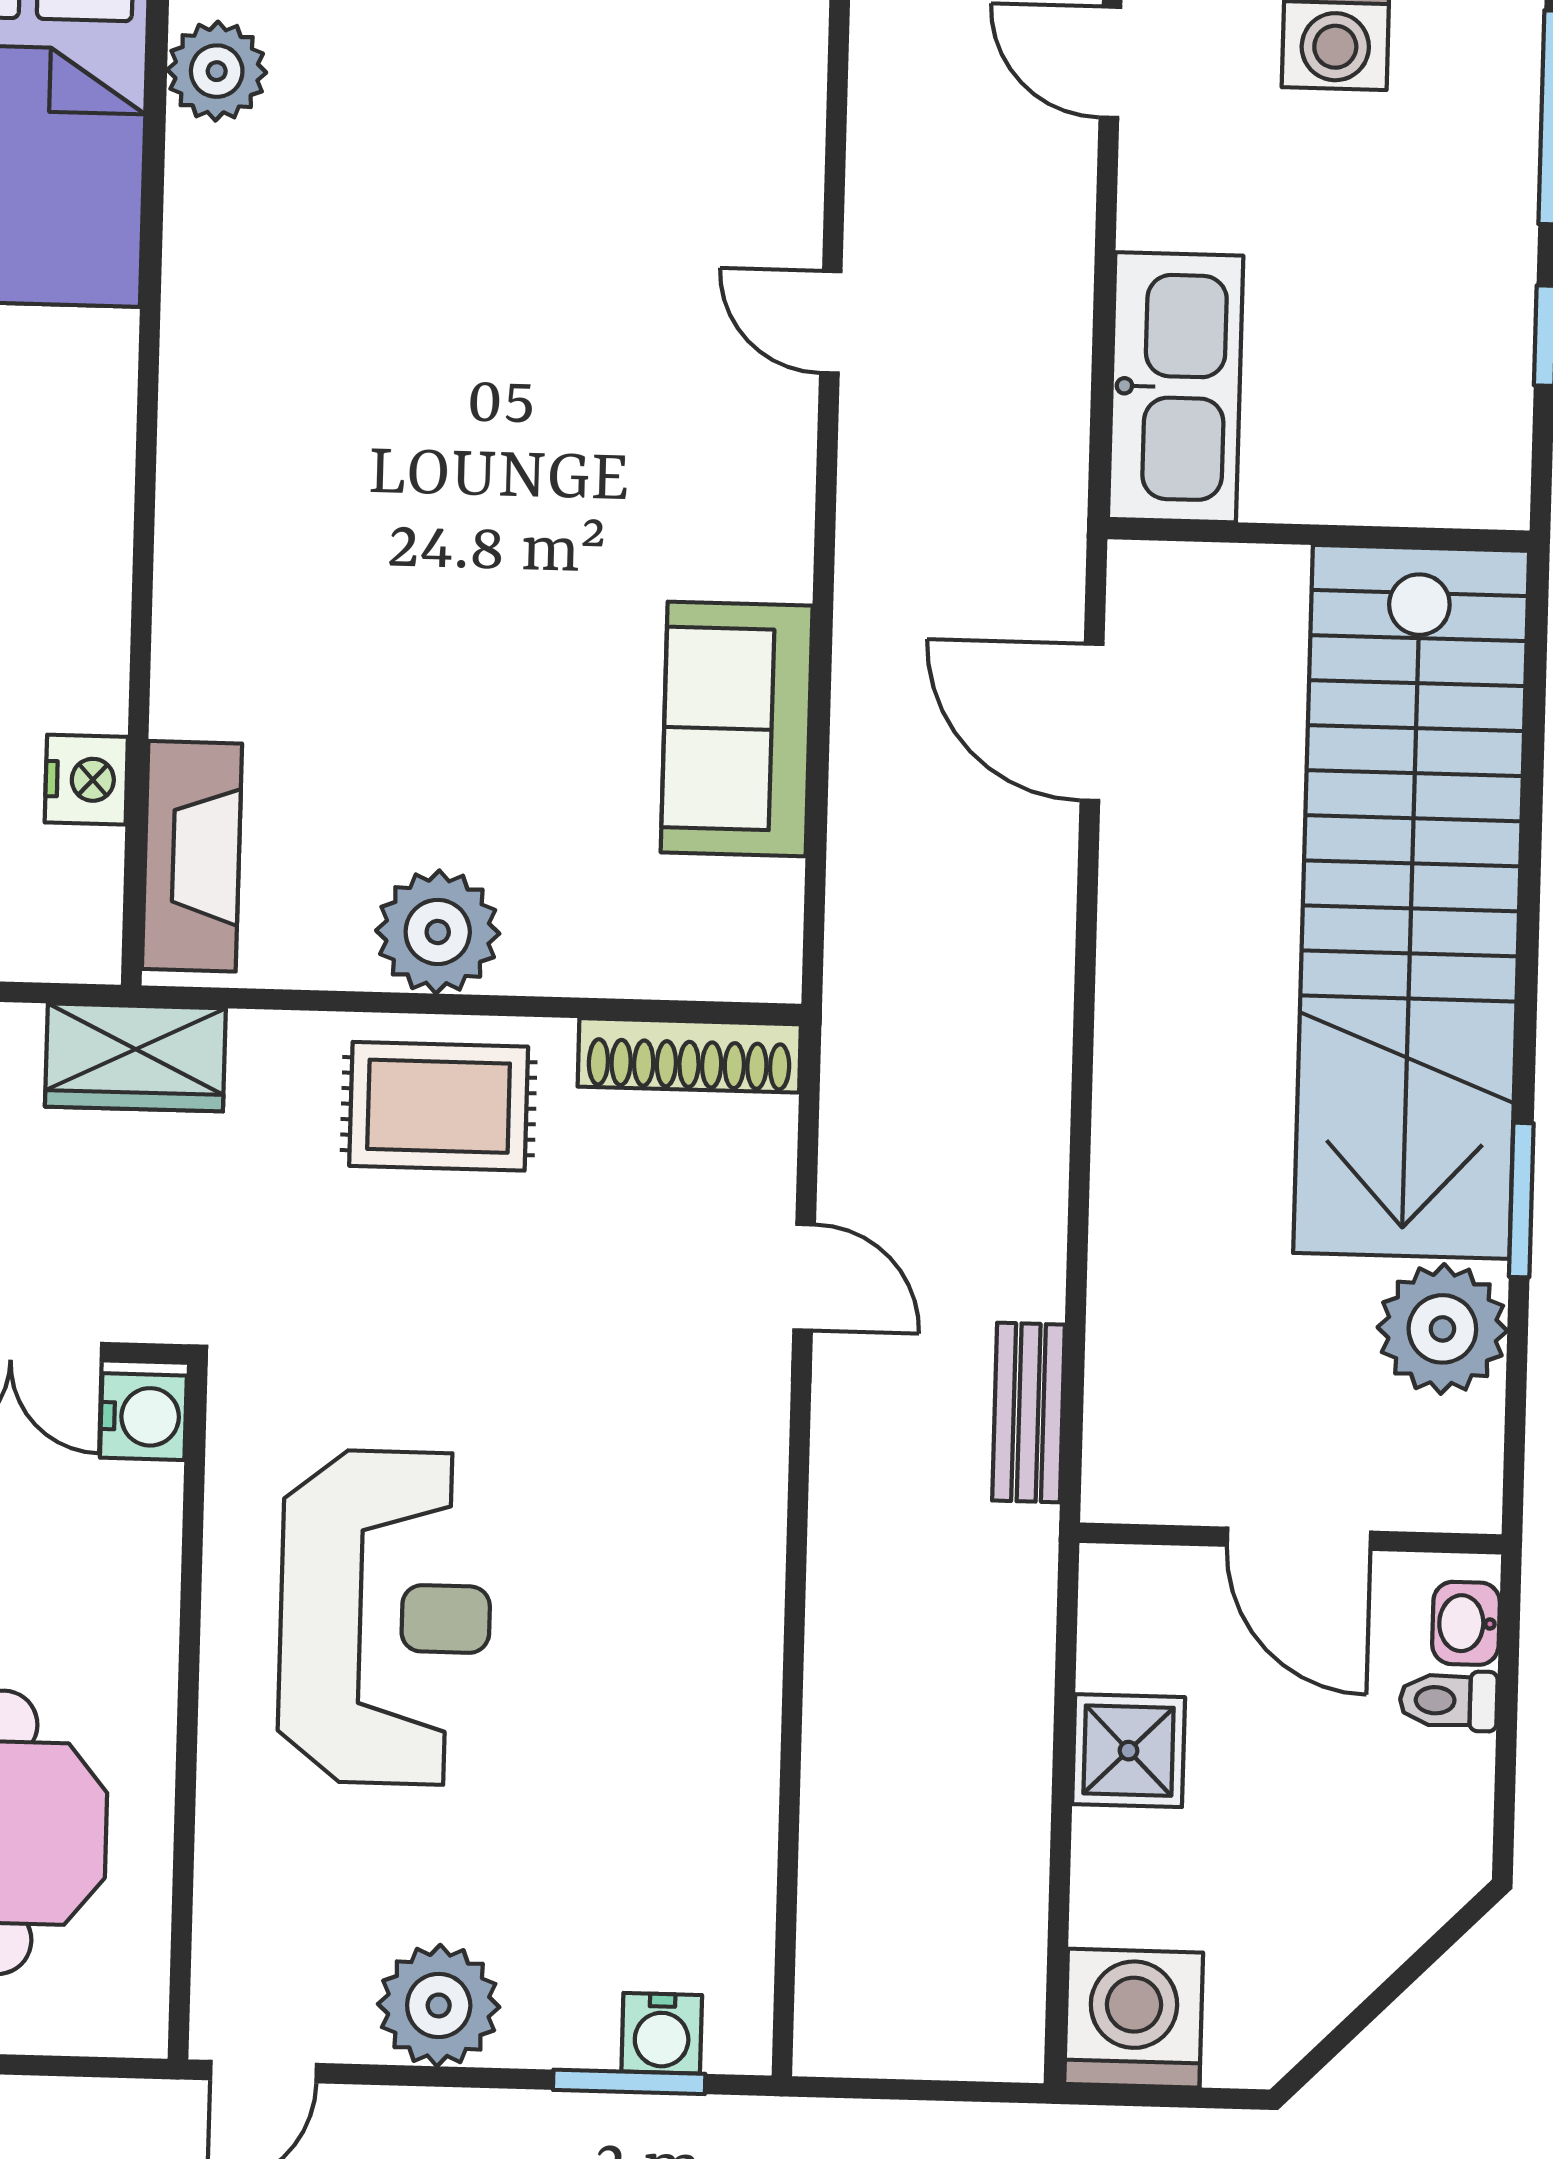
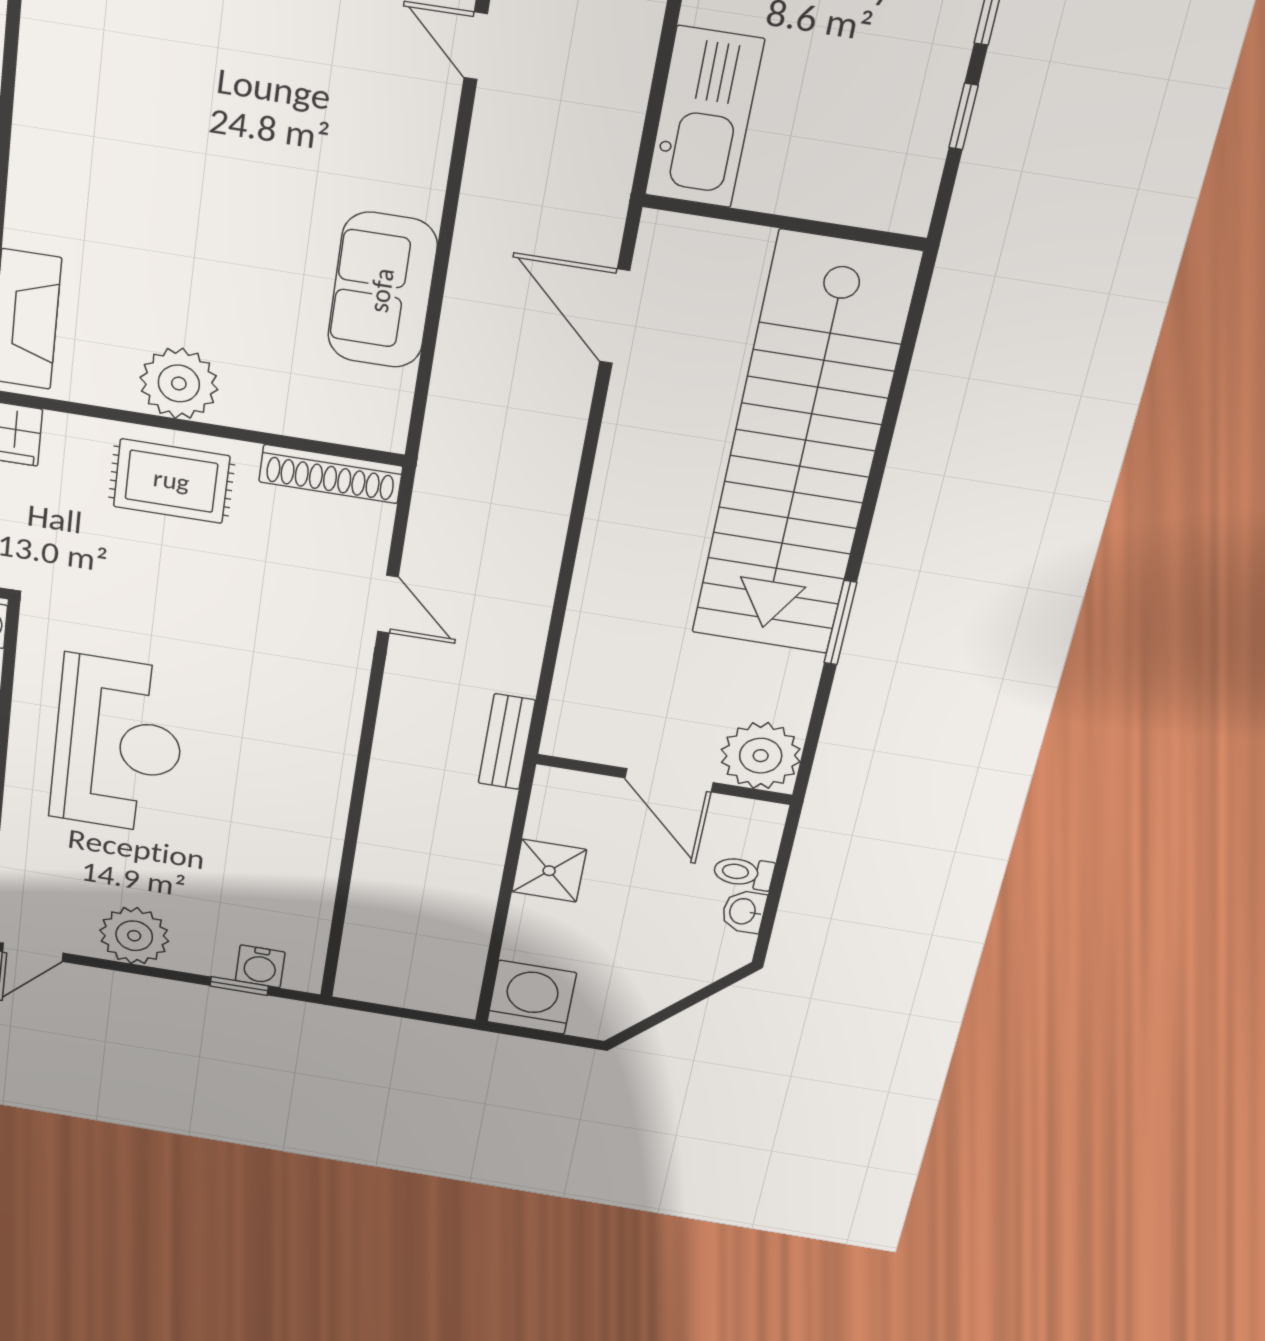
plant: (1442, 1329) -> (761, 756), moved
bench: (1029, 1413) -> (507, 742), moved
washbasin: (1466, 1623) -> (744, 911), moved
window: (629, 2082) -> (239, 986), width x0.67

